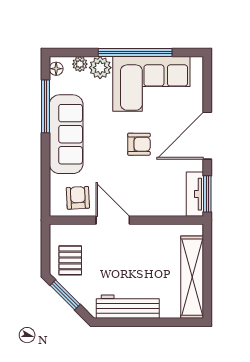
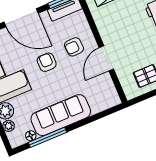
floor lamp: (56, 69) -> (31, 136), moved
armchair: (78, 198) -> (74, 47), moved

